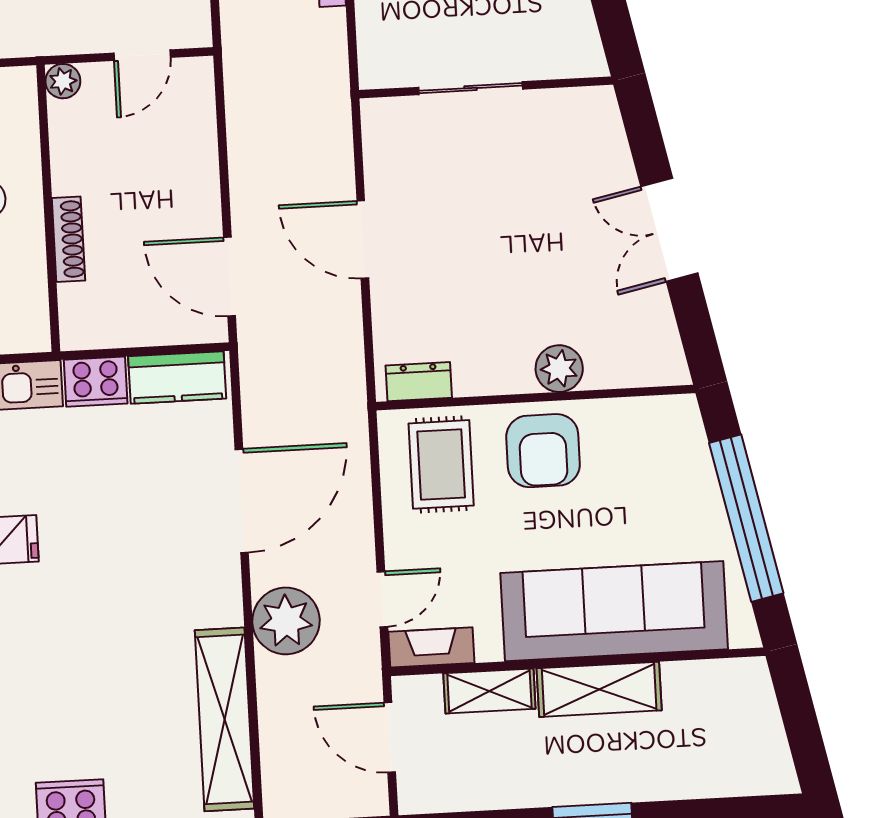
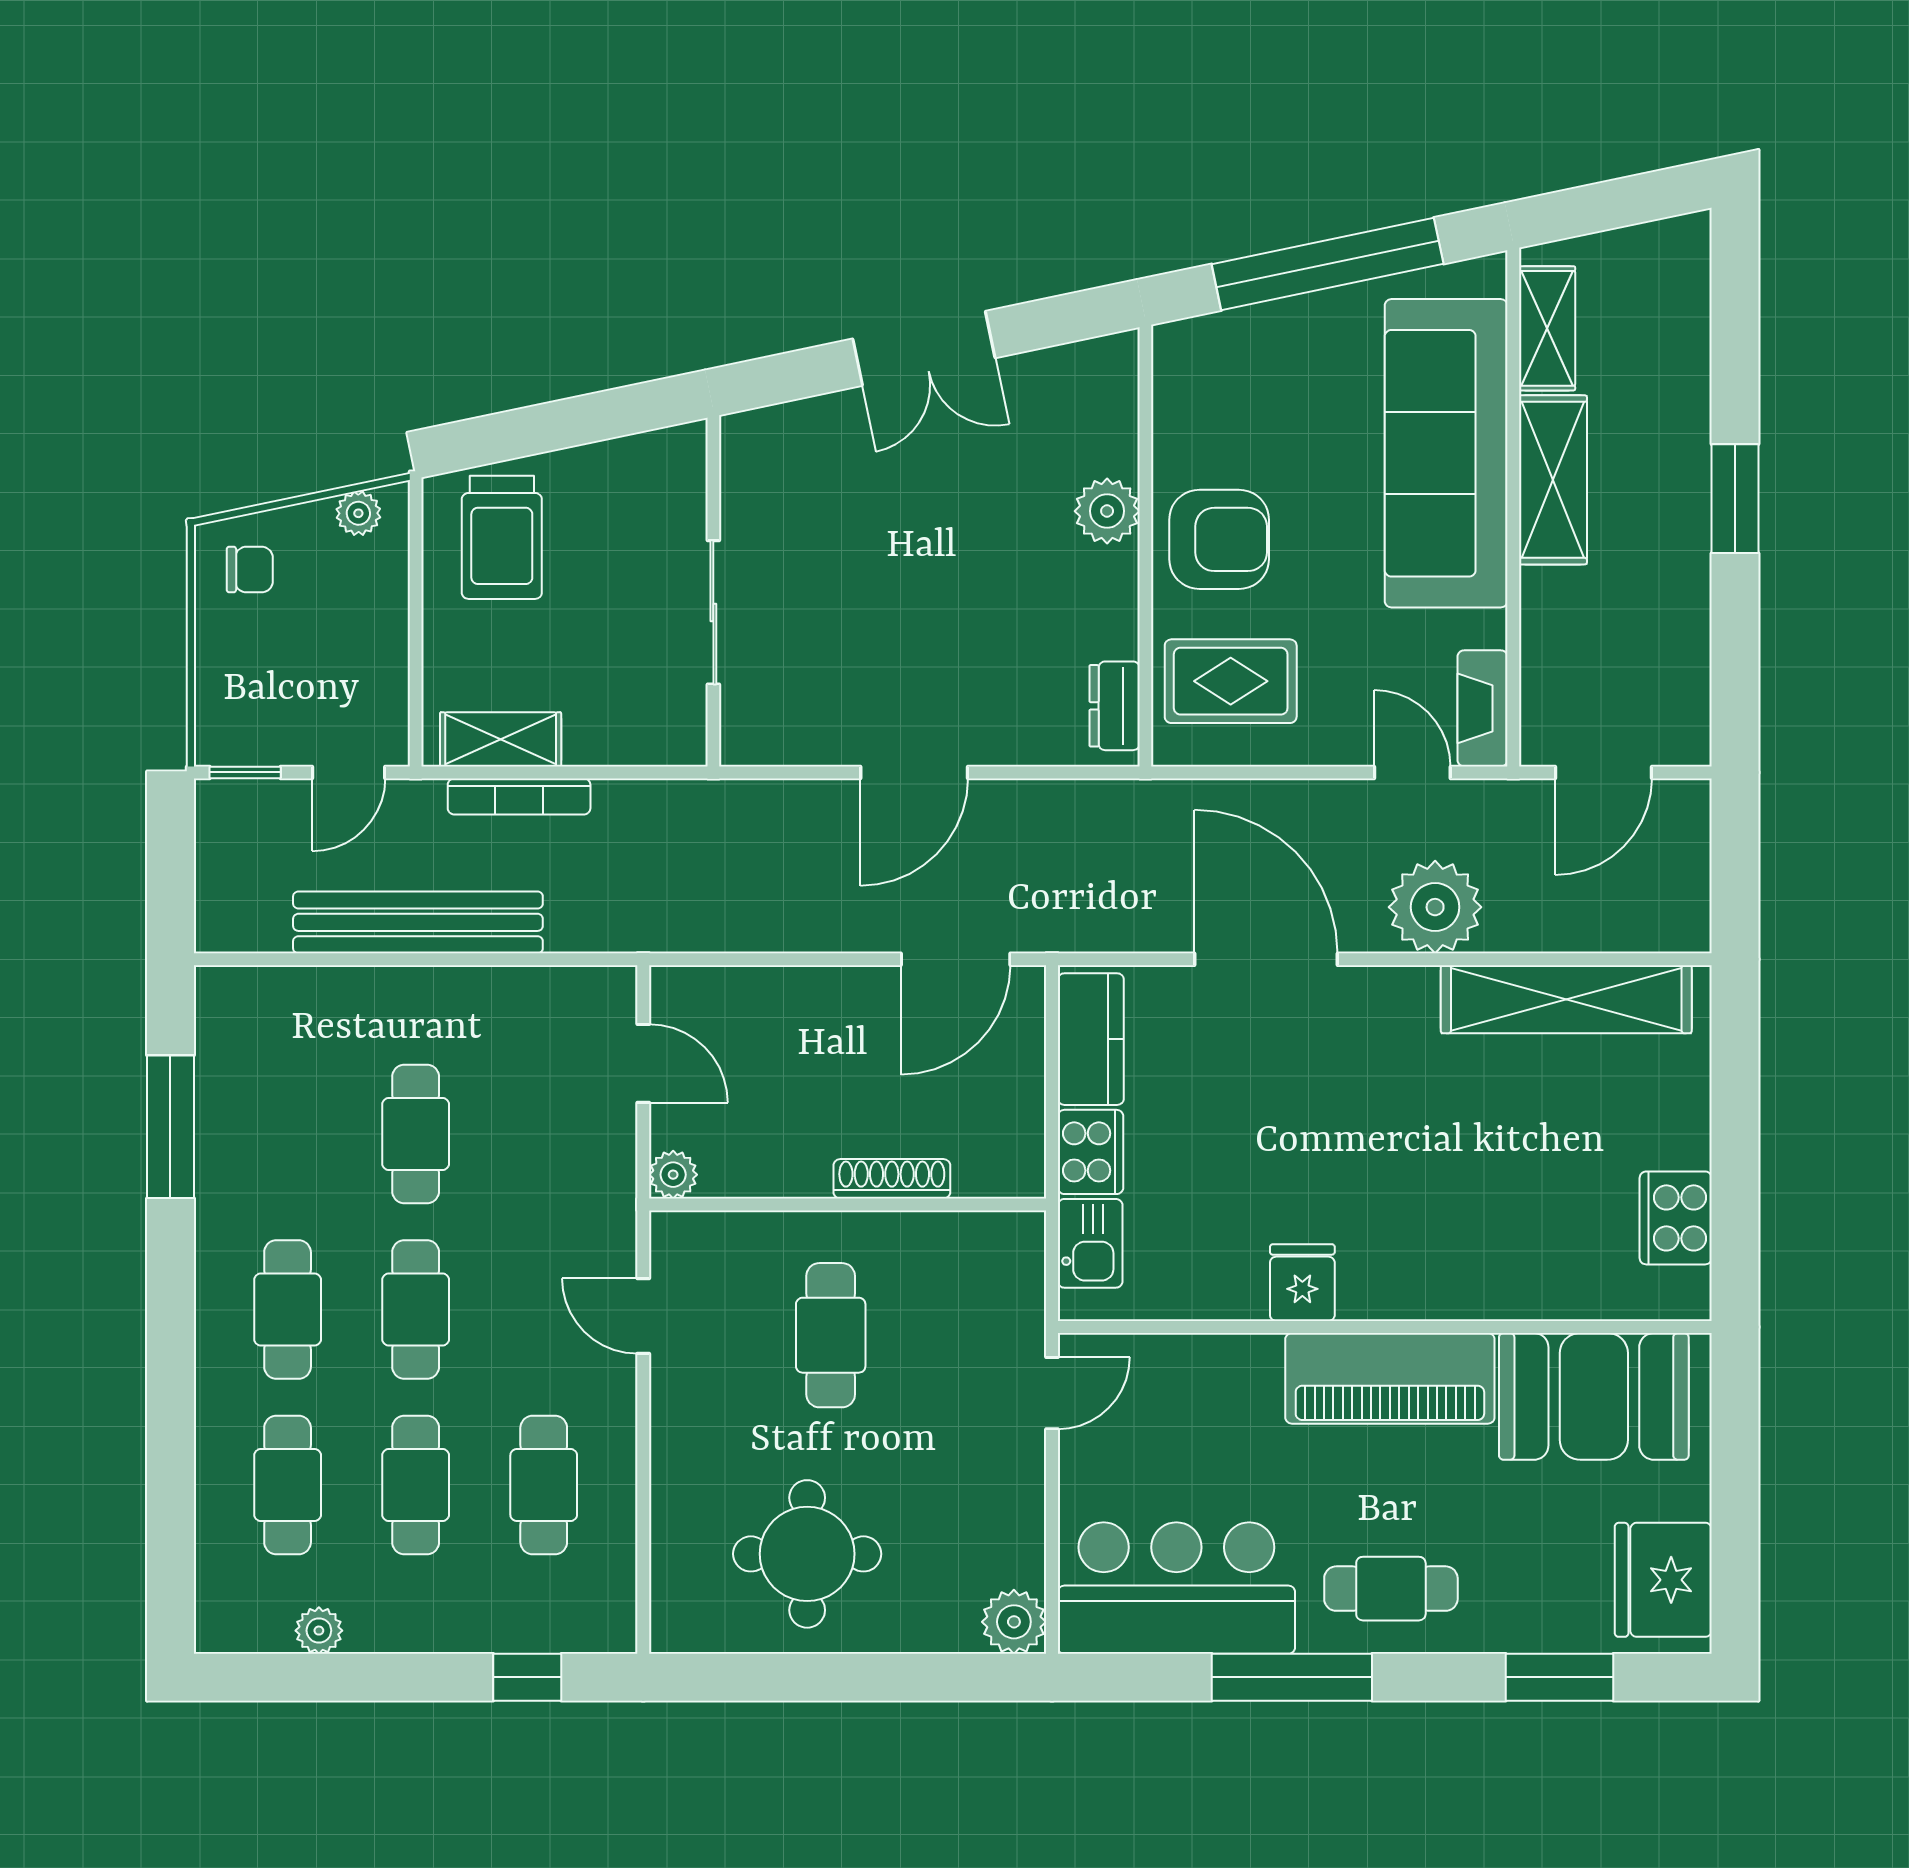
shelving: (489, 691) -> (1547, 328), moved

